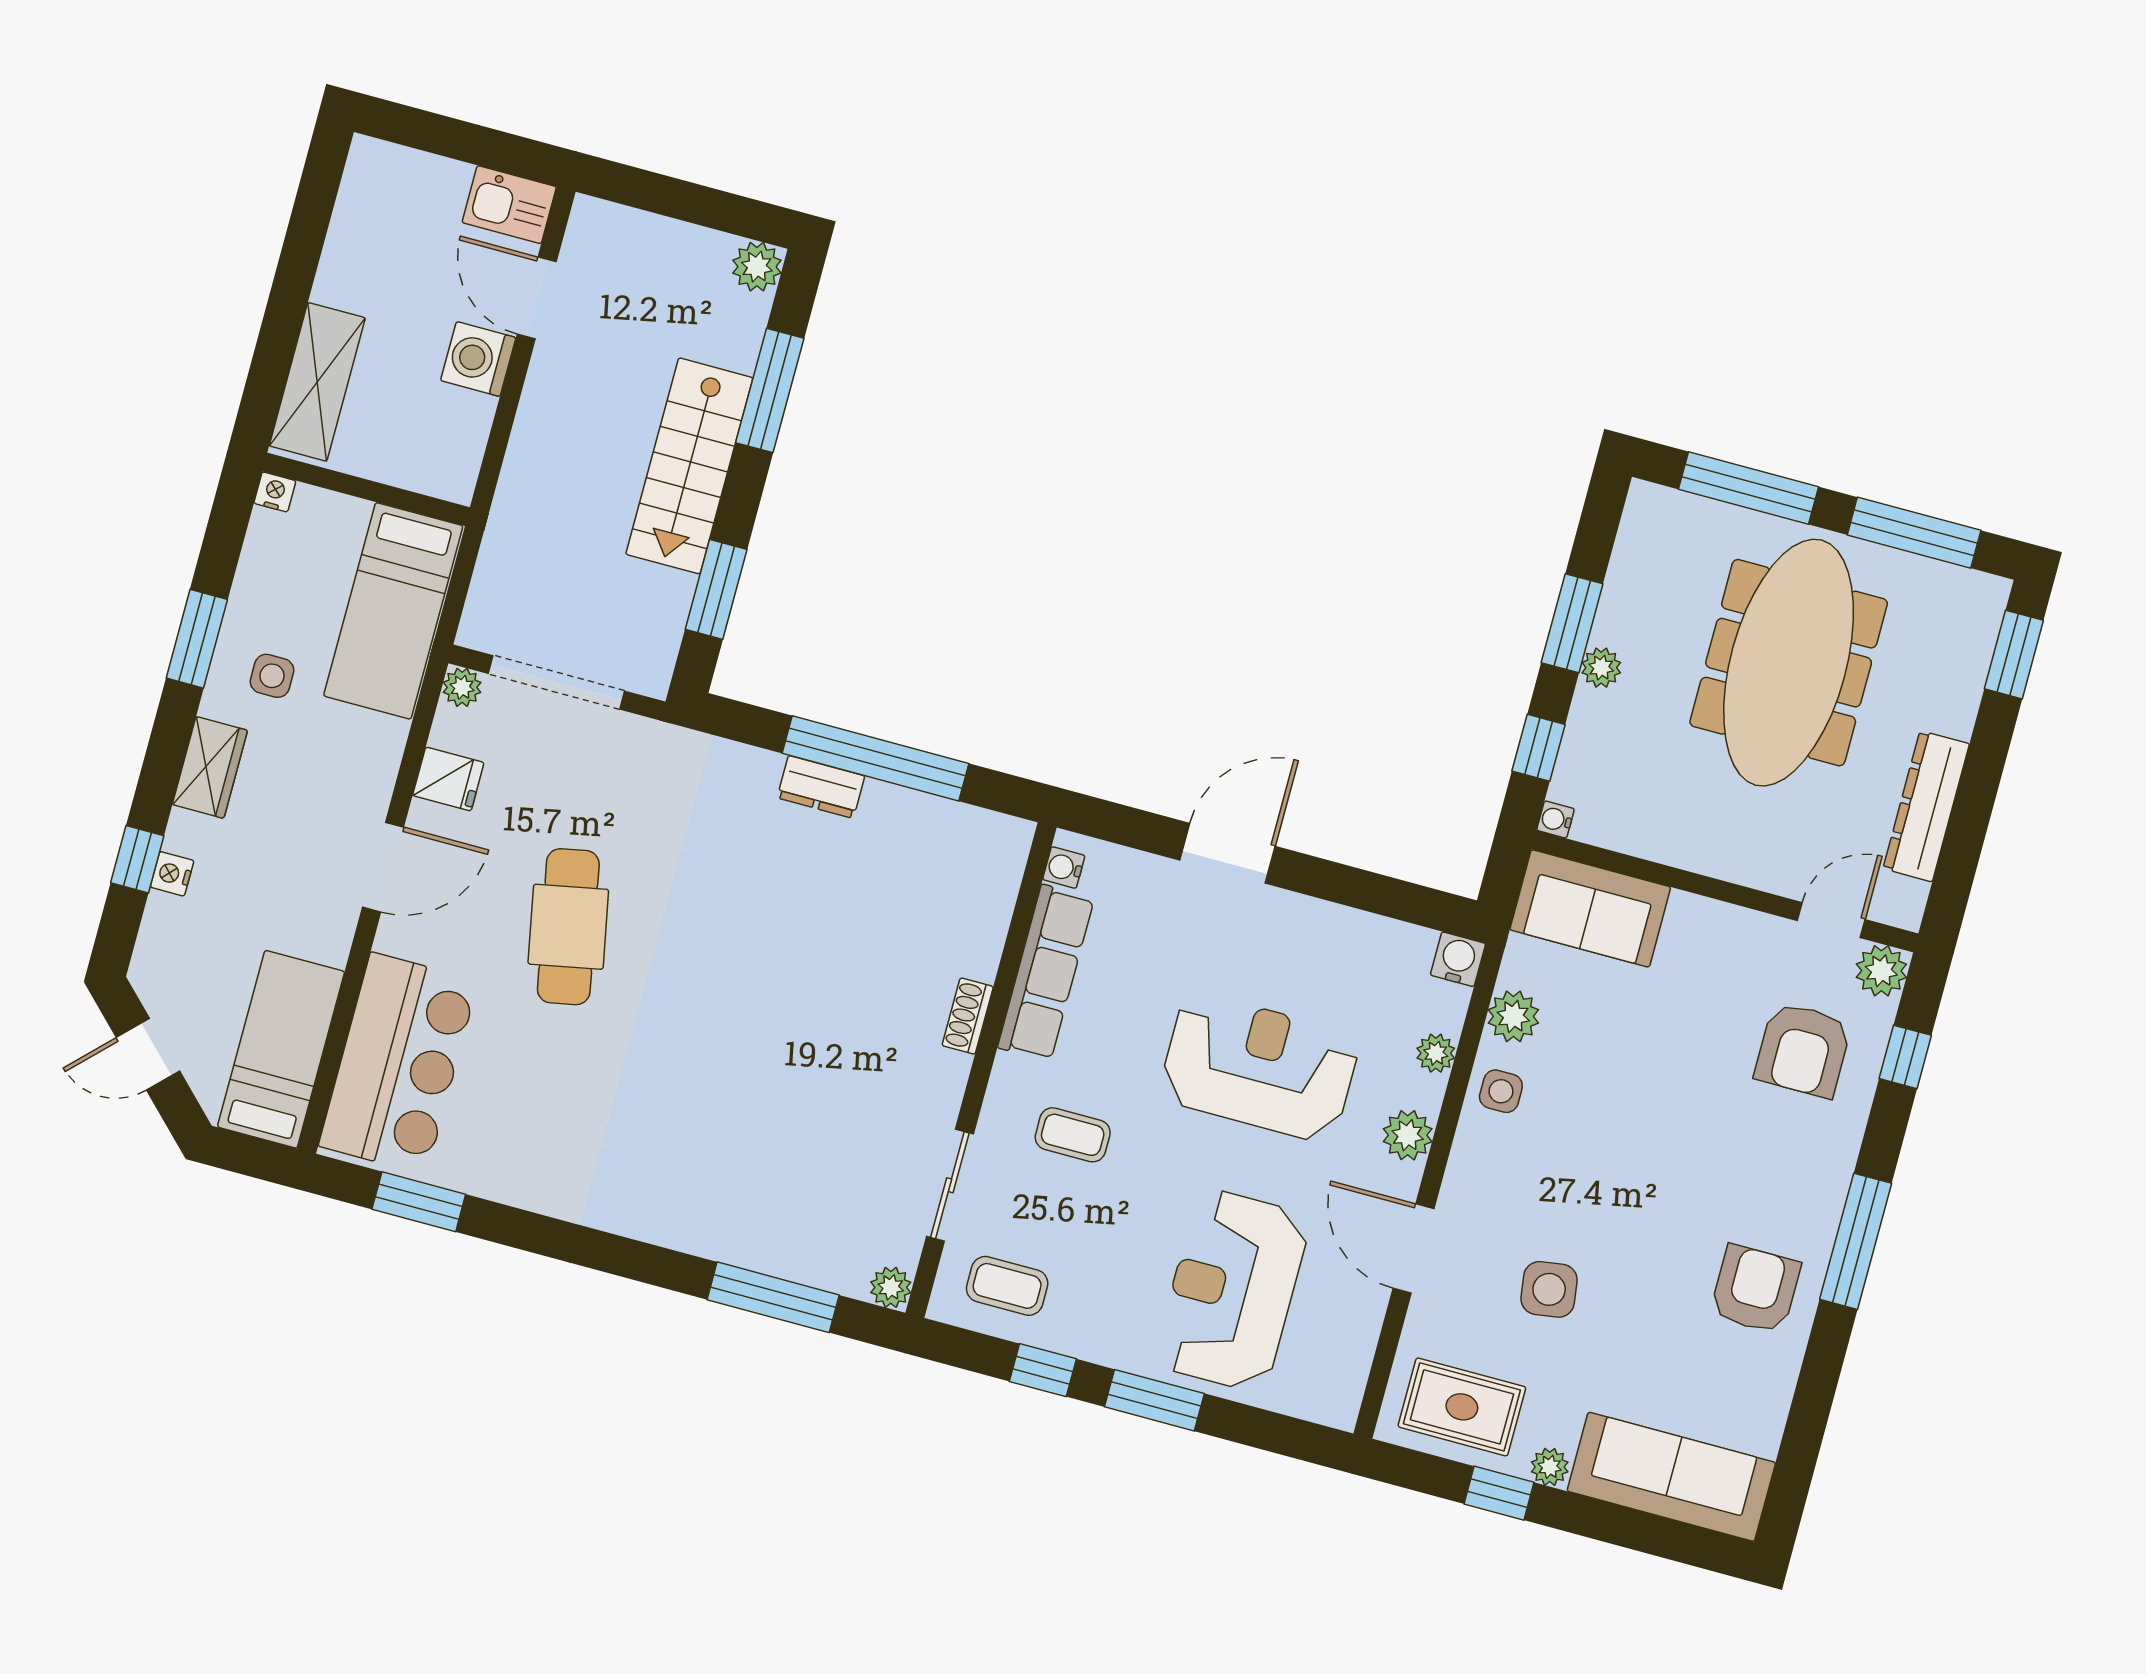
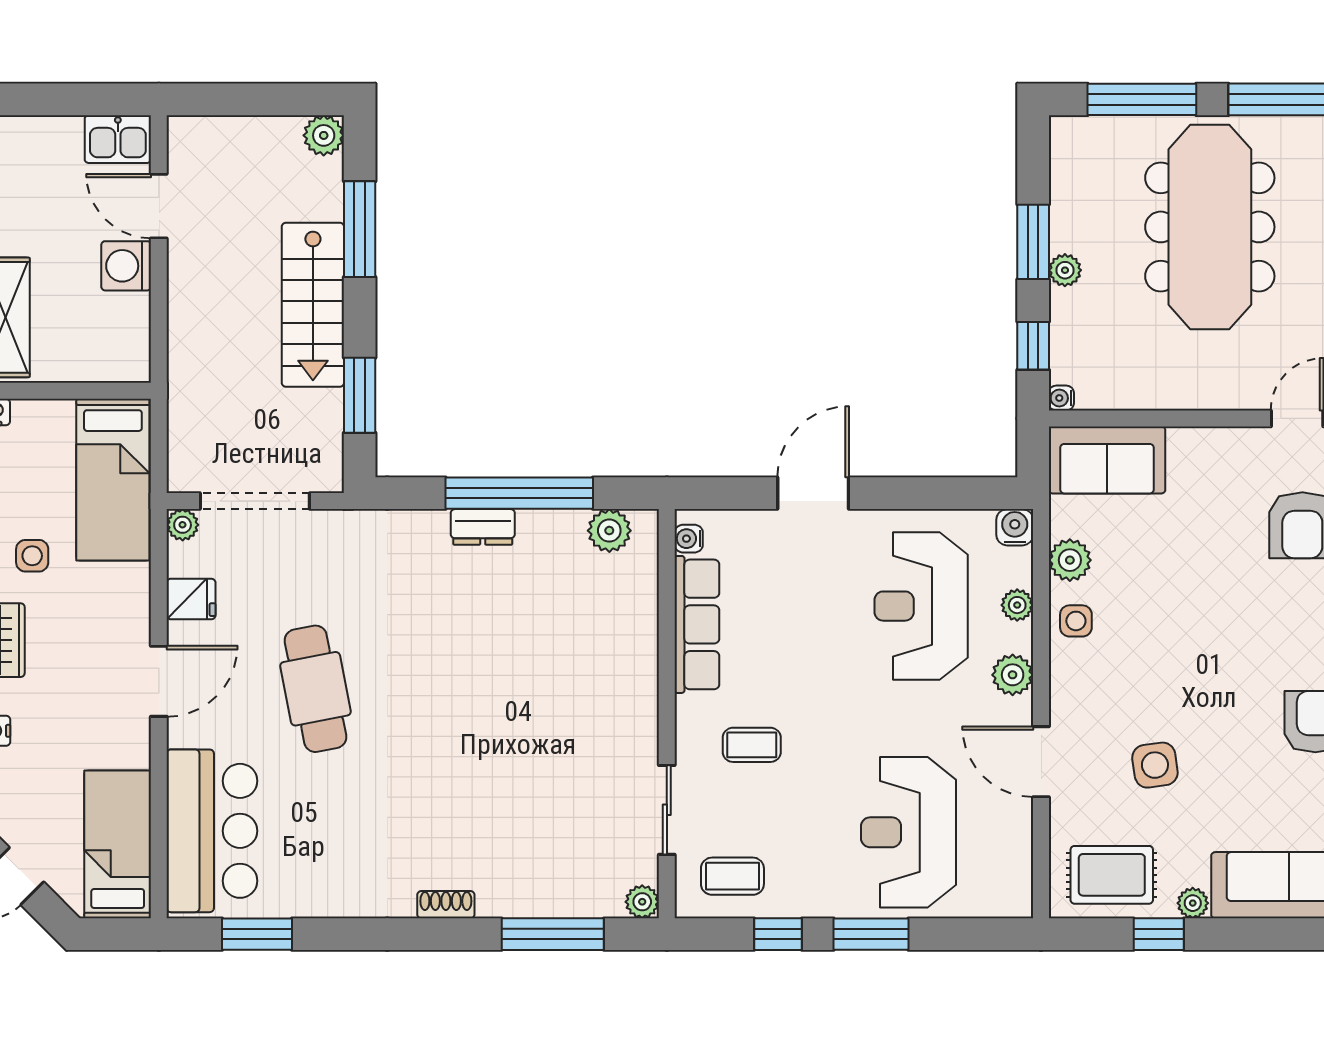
plant: (971, 832) -> (609, 531), added
shoe rack: (968, 1016) -> (446, 905), moved, turned 90
reception desk: (1259, 1067) -> (921, 606), moved, turned -90

